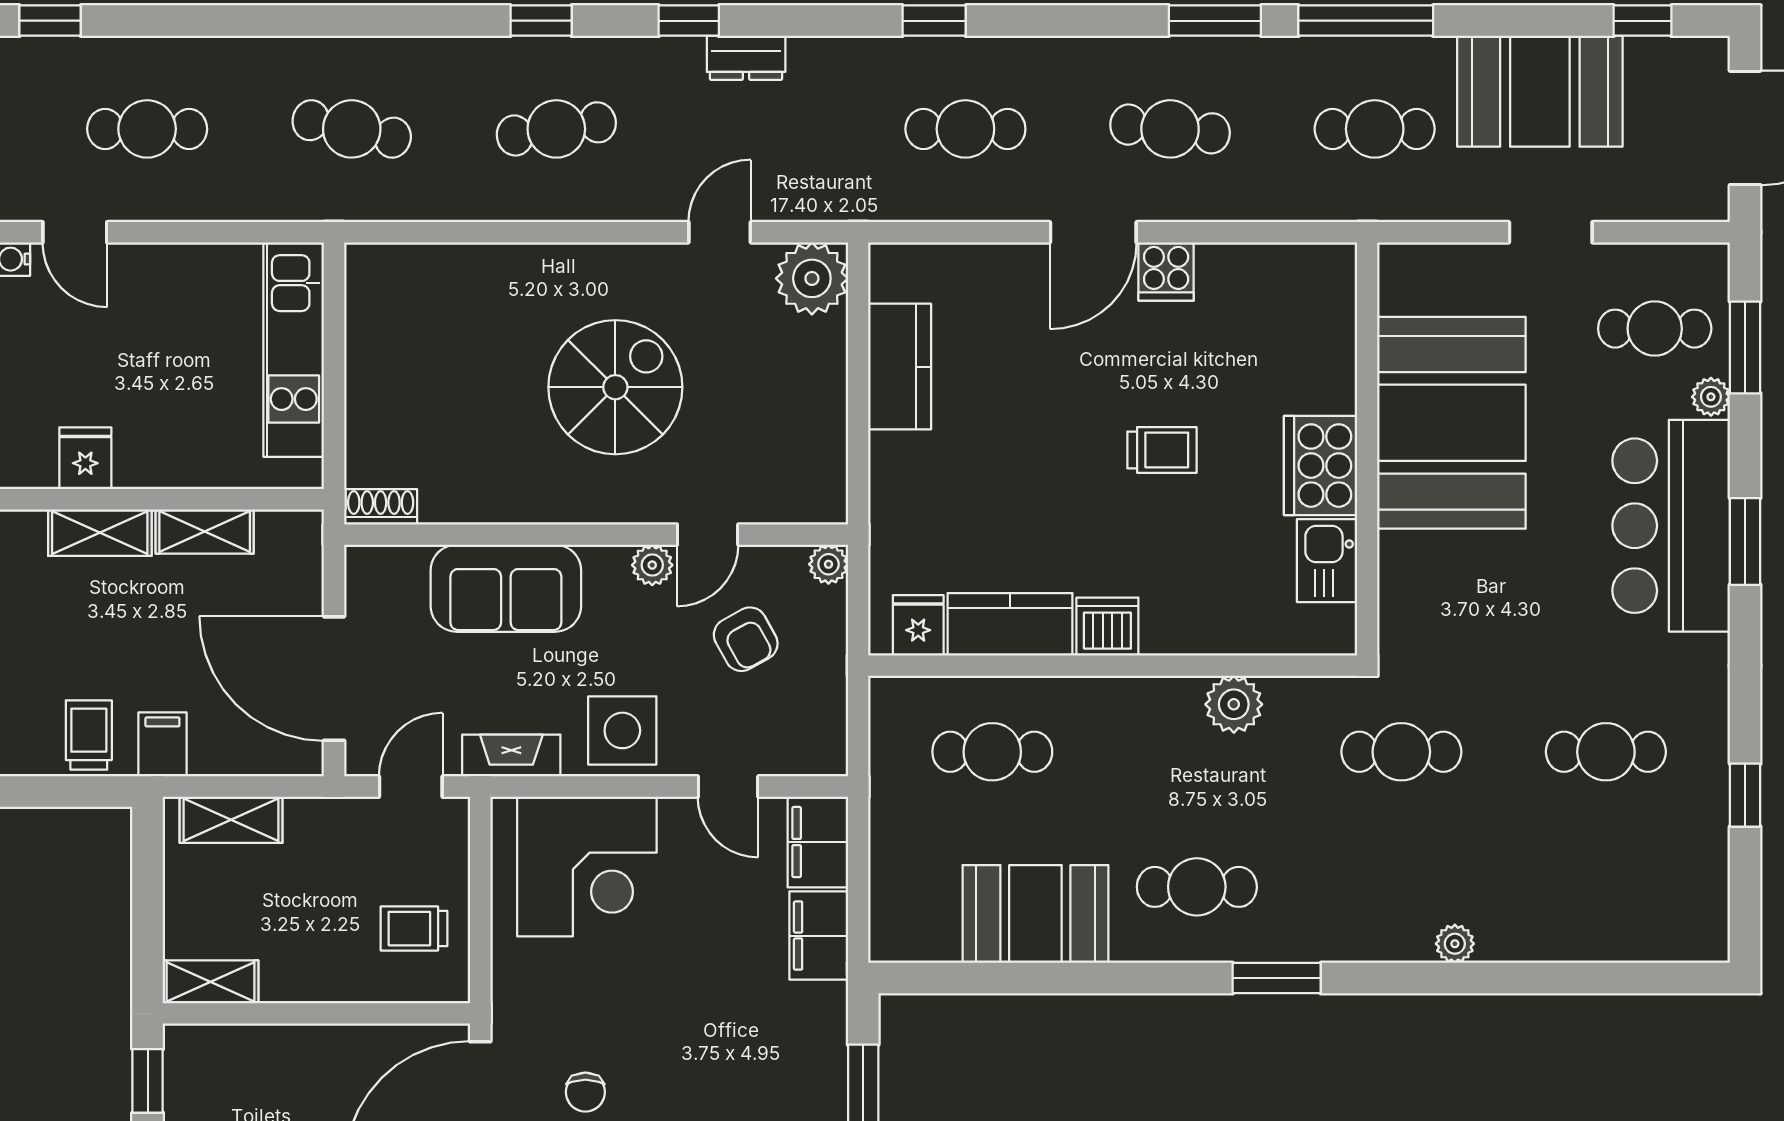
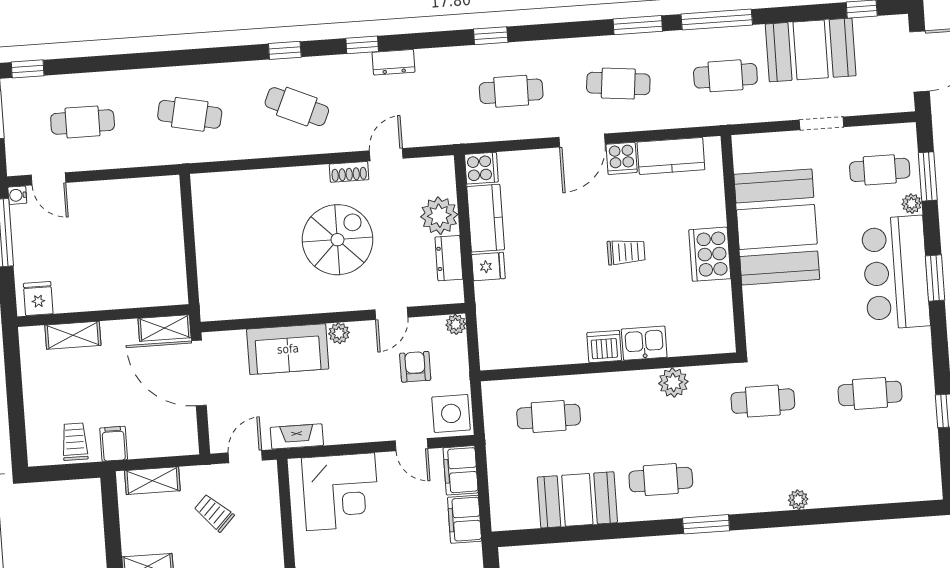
cafe table: (556, 129) -> (297, 107), turned 33
cooker: (898, 271) -> (481, 168), added
plant: (812, 278) -> (439, 216), moved
kitchen unit: (294, 350) -> (168, 232), removed
dresser: (824, 438) -> (449, 258), added
fridge: (85, 458) -> (38, 299), moved
shoe rack: (381, 507) -> (349, 172), moved, turned 180
shelving: (205, 531) -> (165, 328), moved
kitchen sink: (1327, 561) -> (644, 343), moved, turned 90
plant: (652, 565) -> (339, 333), moved
kitchen counter: (1010, 624) -> (671, 156), moved, turned 180
fridge: (918, 625) -> (488, 267), moved, turned 90
armchair: (746, 639) -> (415, 367), turned -151
door: (334, 679) -> (199, 373), moved
side table: (622, 730) -> (451, 413), moved
trolley: (414, 929) -> (214, 513), moved, turned 44

